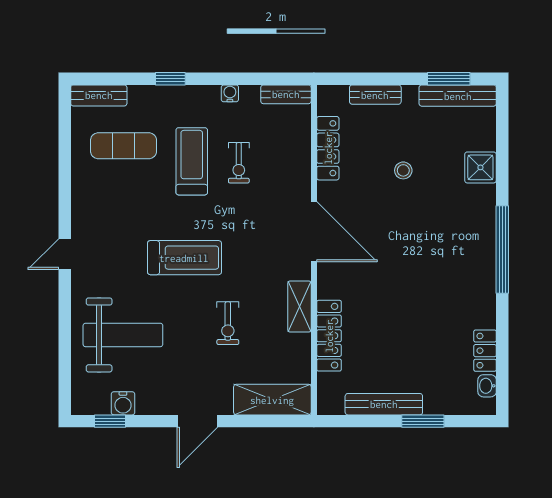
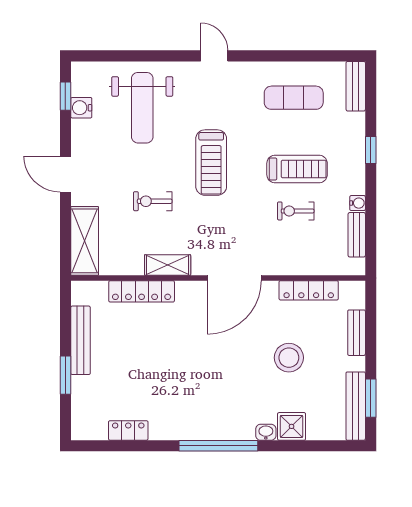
bench: (286, 94) -> (357, 235), moved
exercise mat: (124, 146) -> (294, 98), moved, turned 90
stool: (403, 170) -> (289, 358), width x1.89, depth x1.89
washbasin: (487, 386) -> (266, 432), moved

